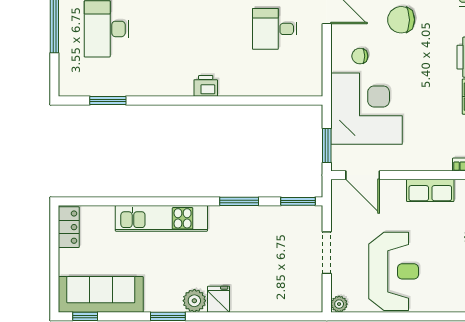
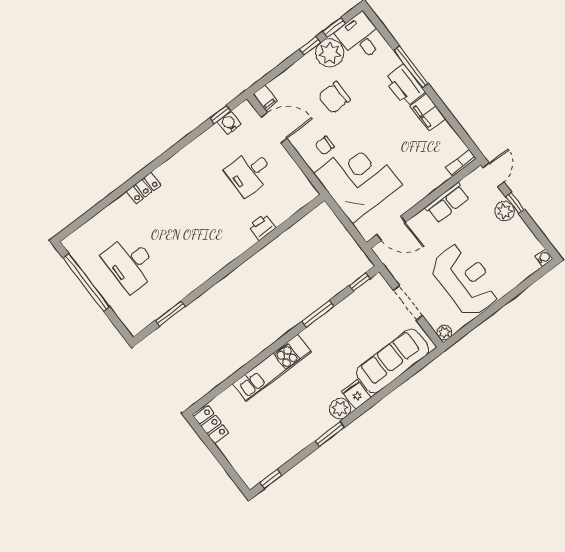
printer: (206, 86) -> (262, 227), moved
window: (327, 145) -> (350, 227), removed
window: (298, 201) -> (360, 282), width x0.67
sofa: (101, 294) -> (393, 361), moved

